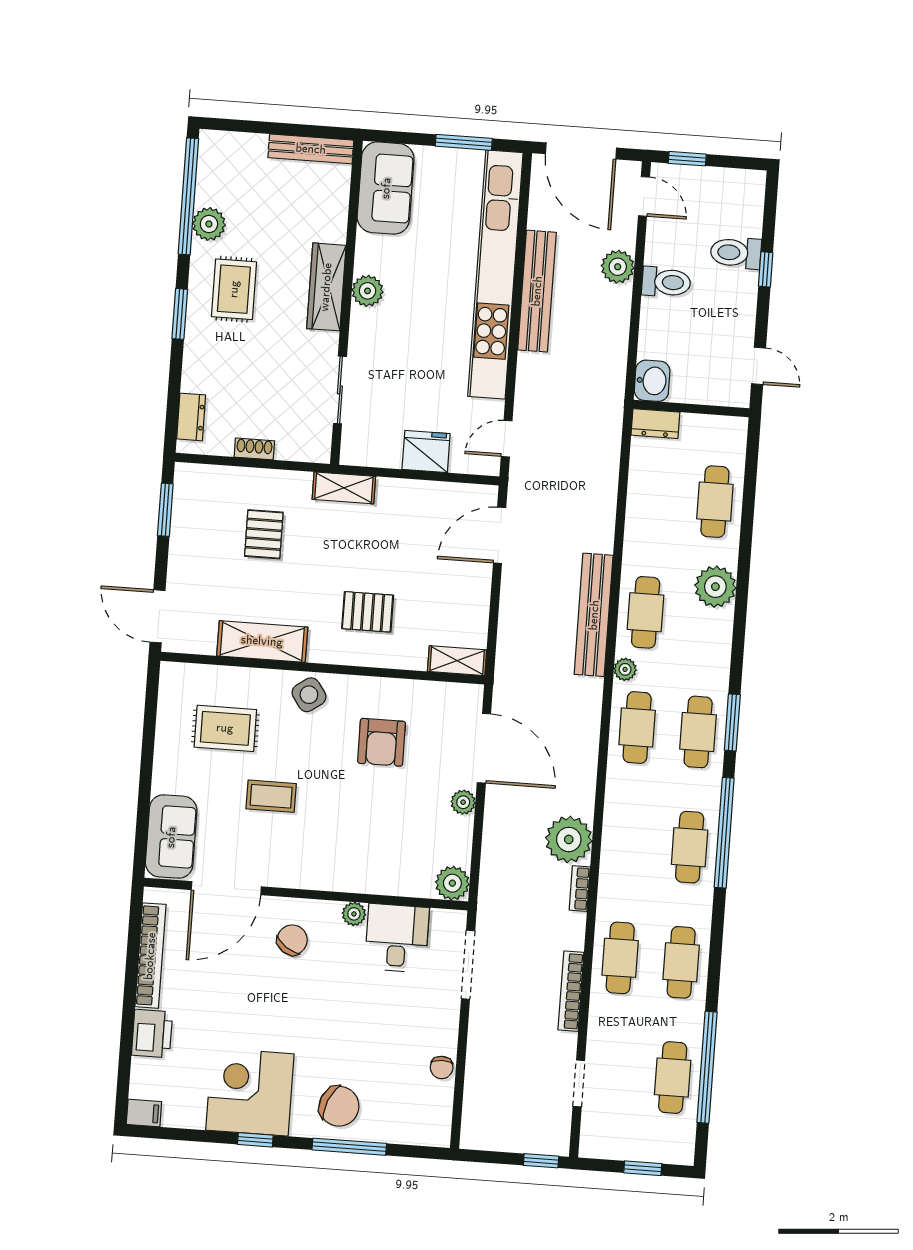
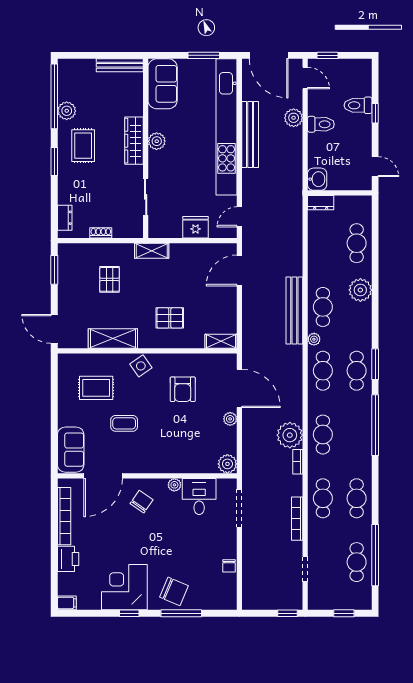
cafe table: (690, 847) -> (323, 435), moved

